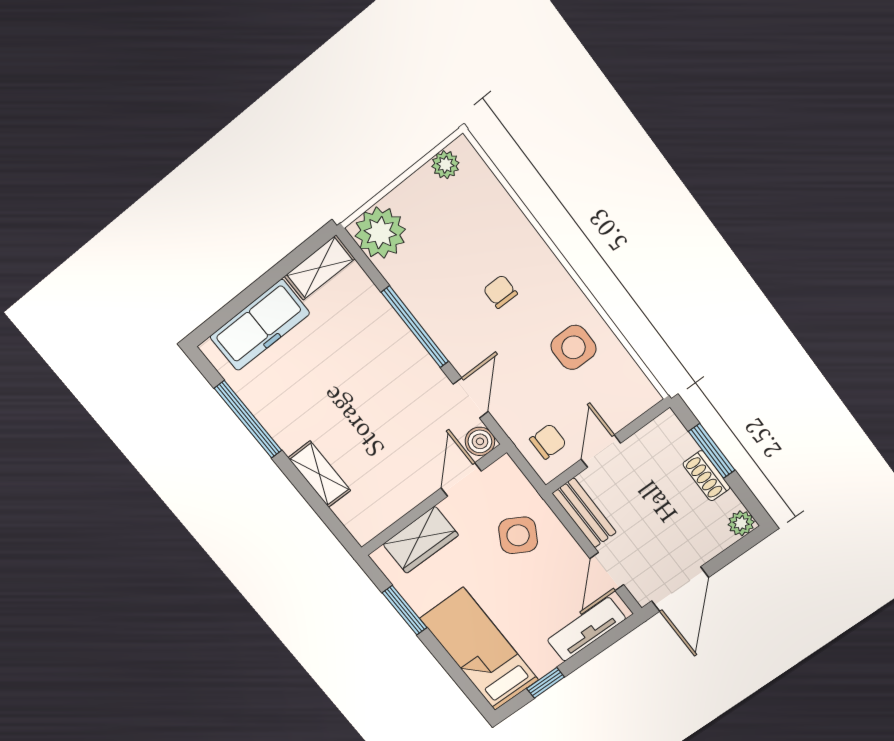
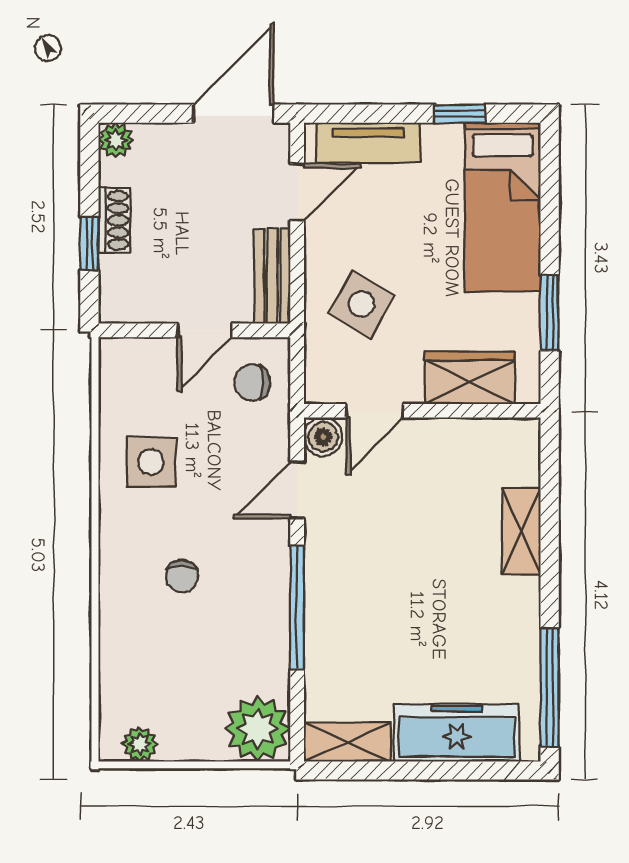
window: (248, 419) -> (550, 687), moved
window: (712, 451) -> (89, 243), width x0.67

